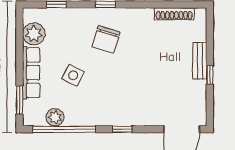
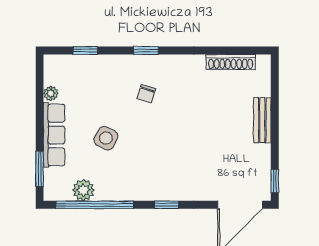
plant: (34, 34) -> (51, 93), width x0.53, depth x0.53
chair: (106, 39) -> (146, 94), width x0.54, depth x0.54
window: (210, 75) -> (275, 181), moved

